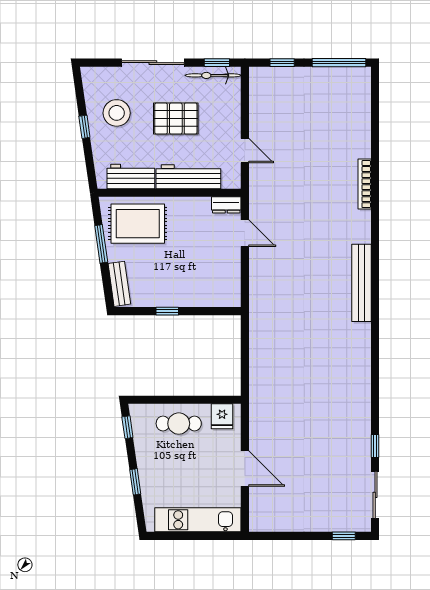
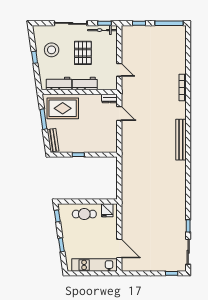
pallet: (176, 119) -> (83, 53), turned 90
workbench: (188, 177) -> (85, 84), width x0.73
door: (245, 469) -> (119, 249), moved

